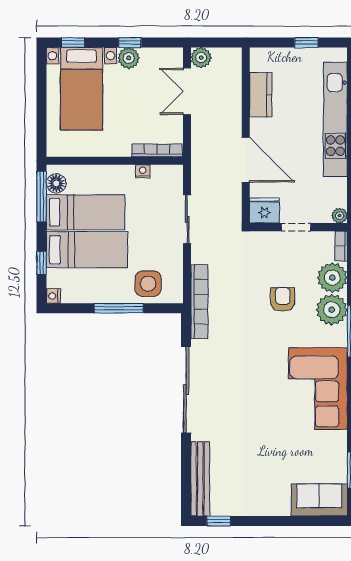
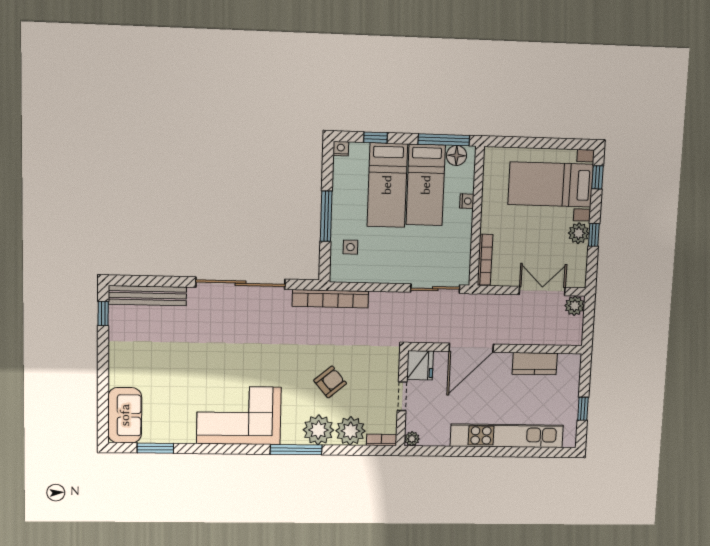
nightstand: (143, 171) -> (467, 201), moved
sliding door: (187, 219) -> (435, 289), moved
side table: (148, 284) -> (350, 247), width x0.54, depth x0.54
armchair: (283, 299) -> (330, 382), turned -40

